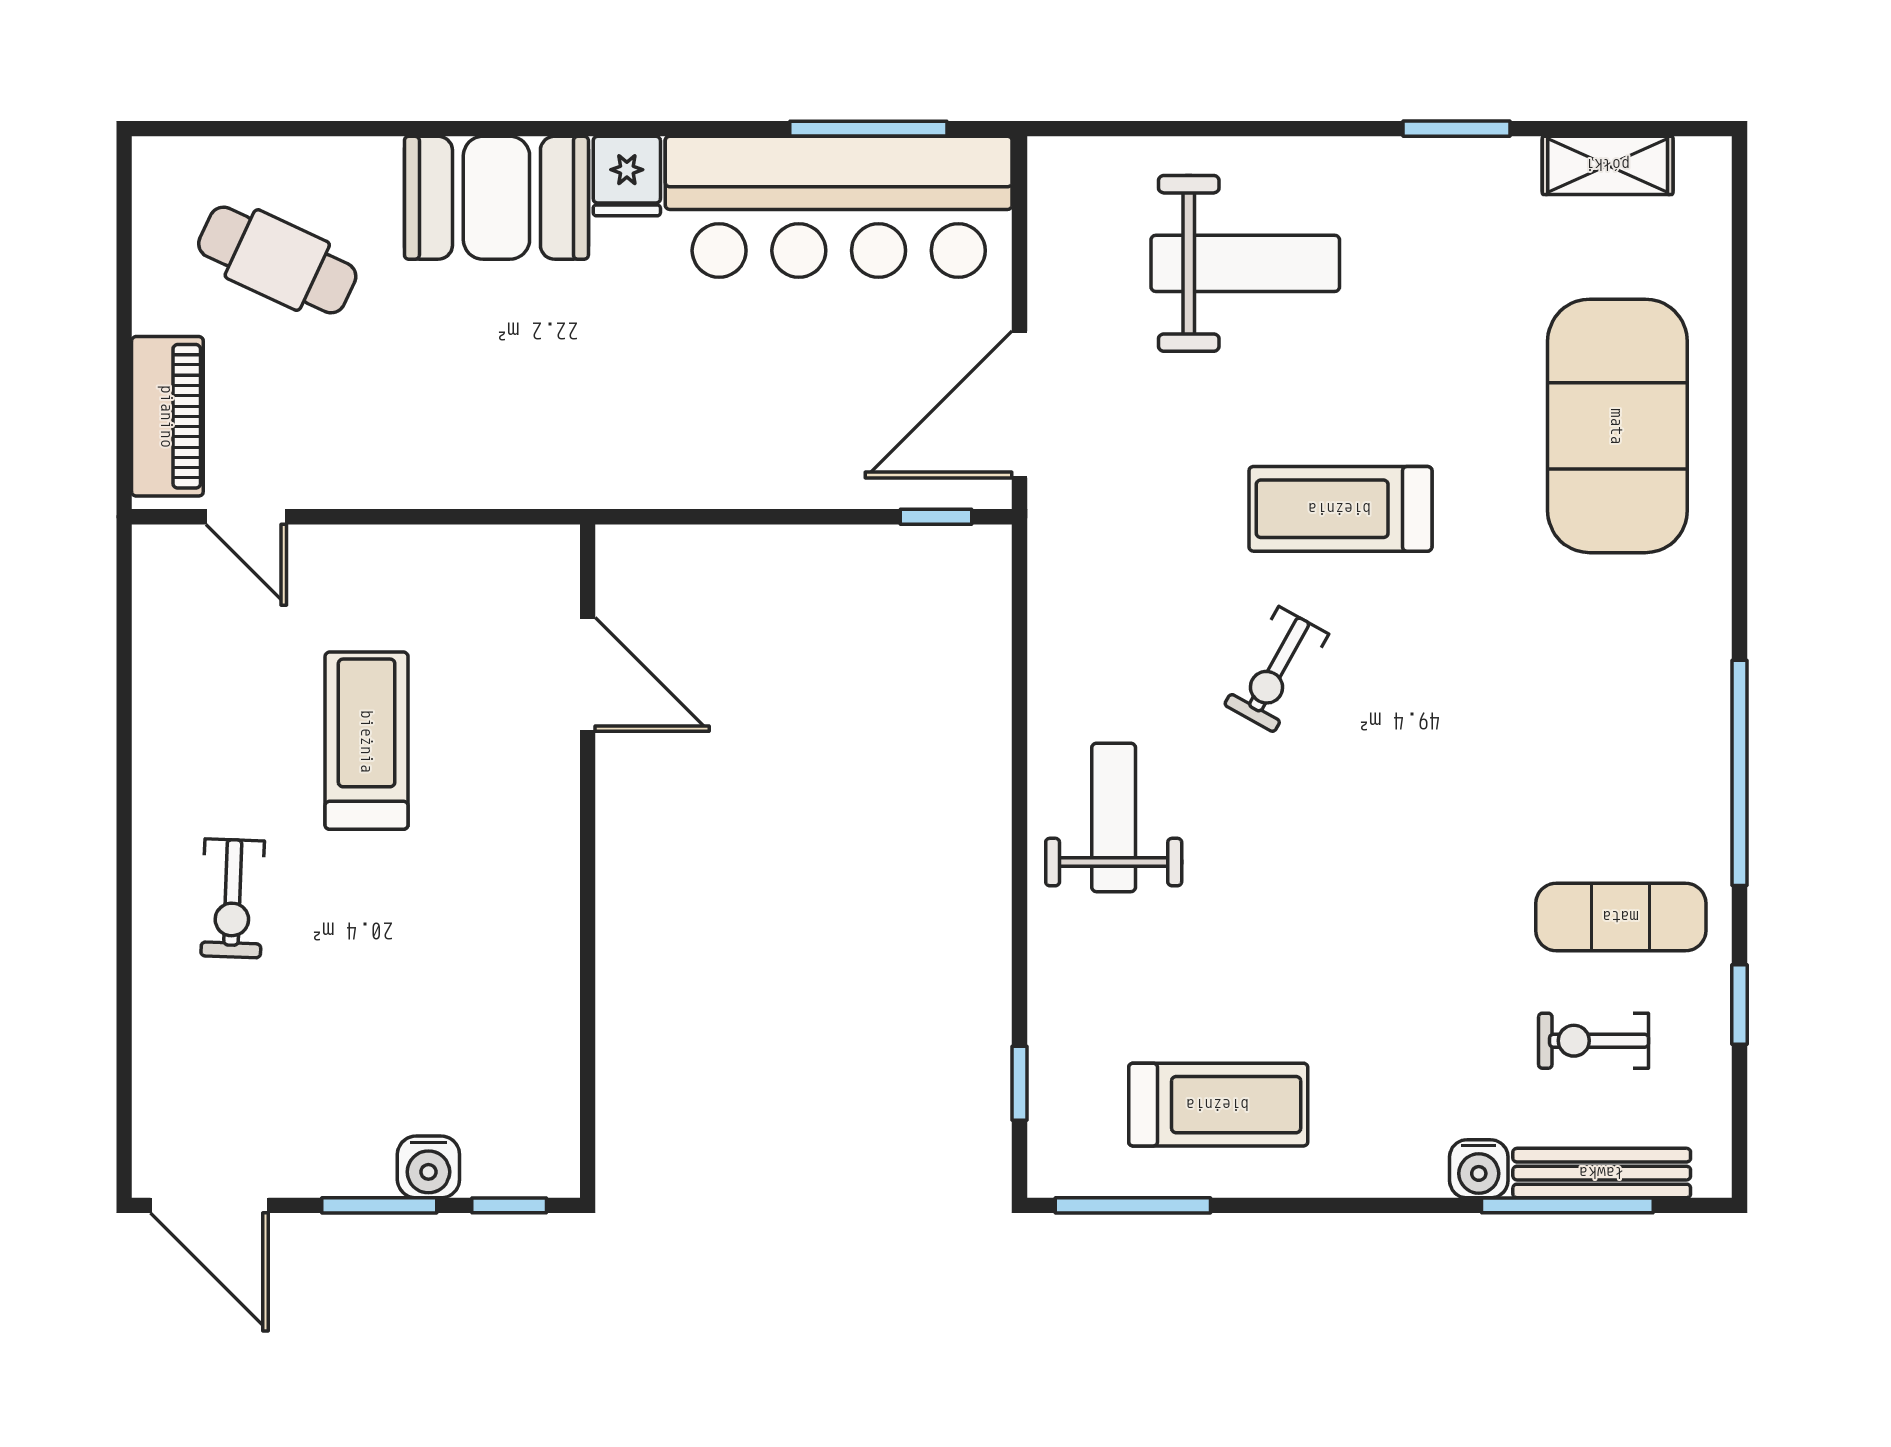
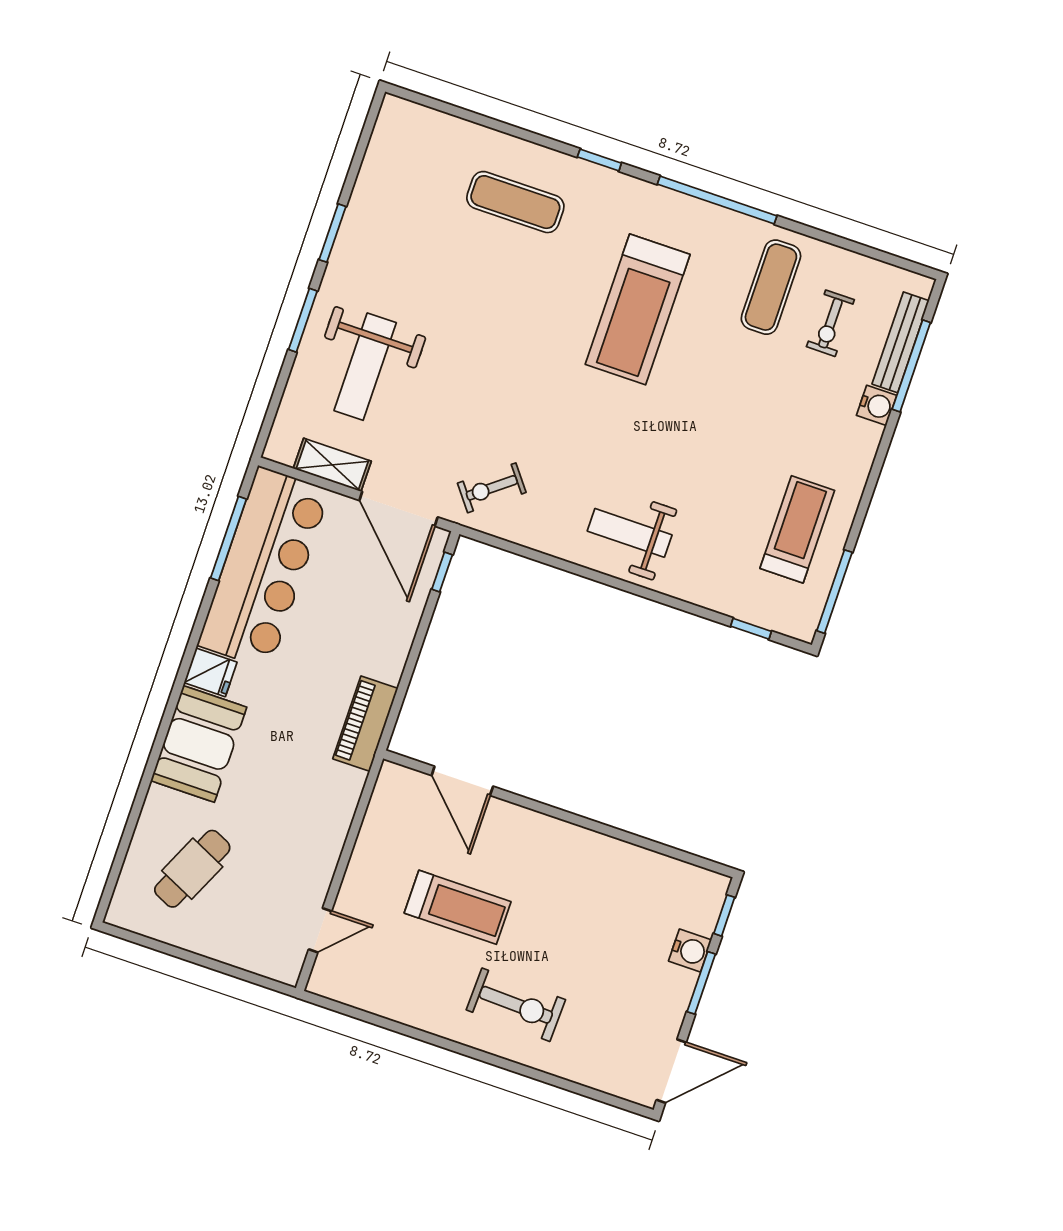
window: (1289, 129) -> (303, 320), added
shelving: (1608, 165) -> (332, 465), moved, turned 90
weight bench: (1245, 263) -> (365, 367), turned 180
piano: (167, 416) -> (365, 724), moved, turned -90
exercise mat: (1617, 426) -> (515, 202), width x0.50, depth x0.69
treadmill: (1340, 509) -> (638, 309), moved, width x1.37, depth x1.38
exercise bike: (1276, 669) -> (492, 488), moved, turned 113
door: (588, 674) -> (462, 781), swing flipped
treadmill: (367, 741) -> (458, 907), turned 180
exercise bike: (233, 898) -> (516, 1005), width x1.38, depth x1.39
window: (1739, 1004) -> (599, 160), moved

